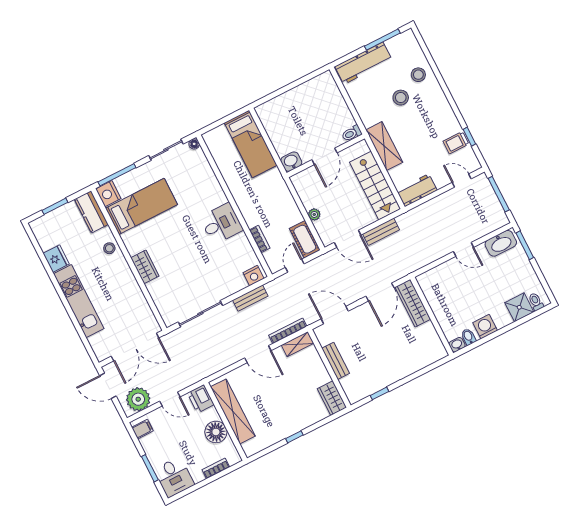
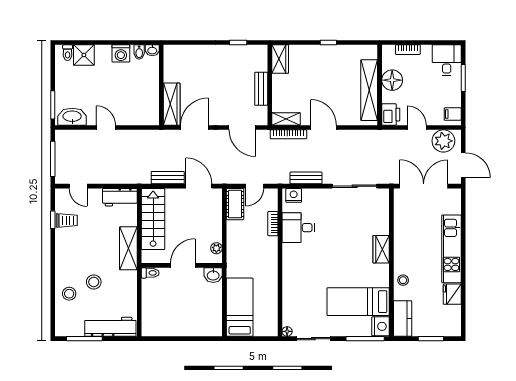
plant: (314, 214) -> (216, 248), moved
desk: (221, 224) -> (298, 228), moved

